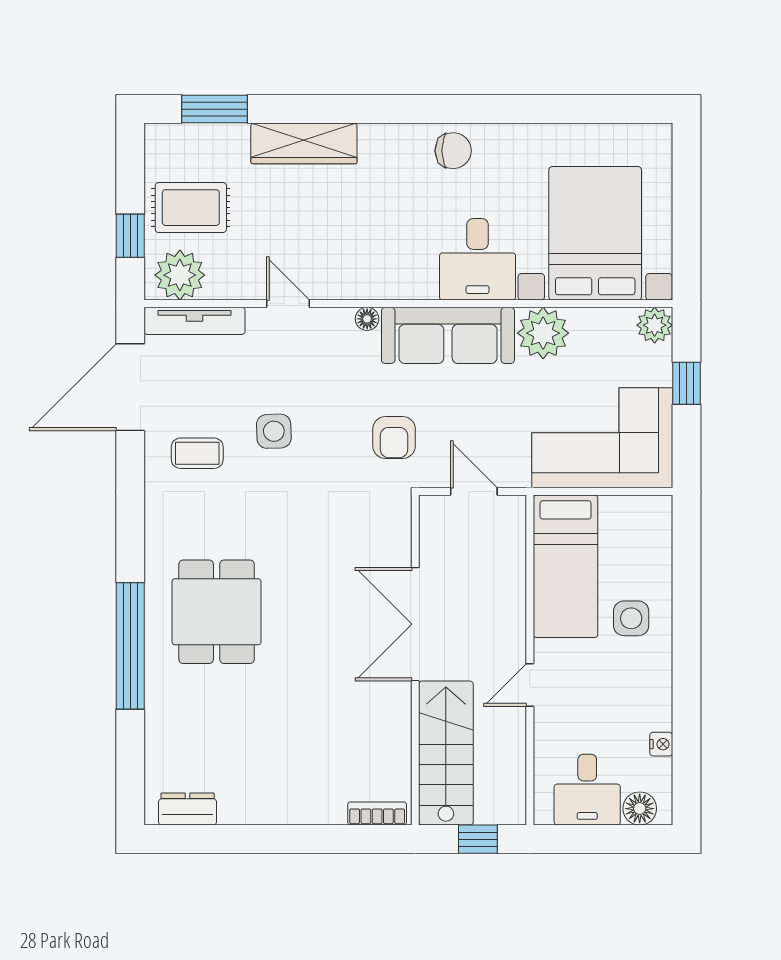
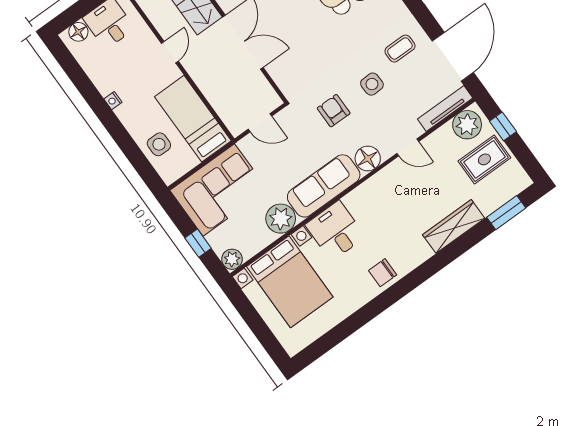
floor lamp: (367, 319) -> (368, 159), width x1.89, depth x1.89
armchair: (394, 437) -> (334, 111), moved
side table: (631, 618) -> (159, 144), moved
nightstand: (661, 744) -> (113, 101), moved

